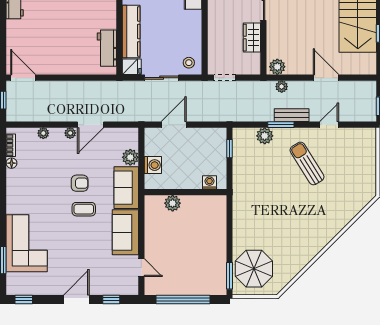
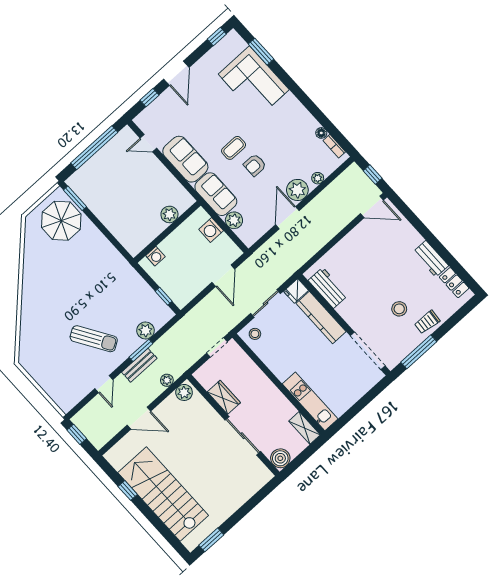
plant: (70, 133) -> (297, 190), width x1.87, depth x1.87

